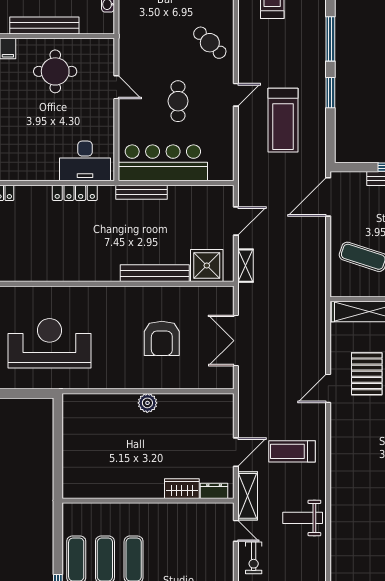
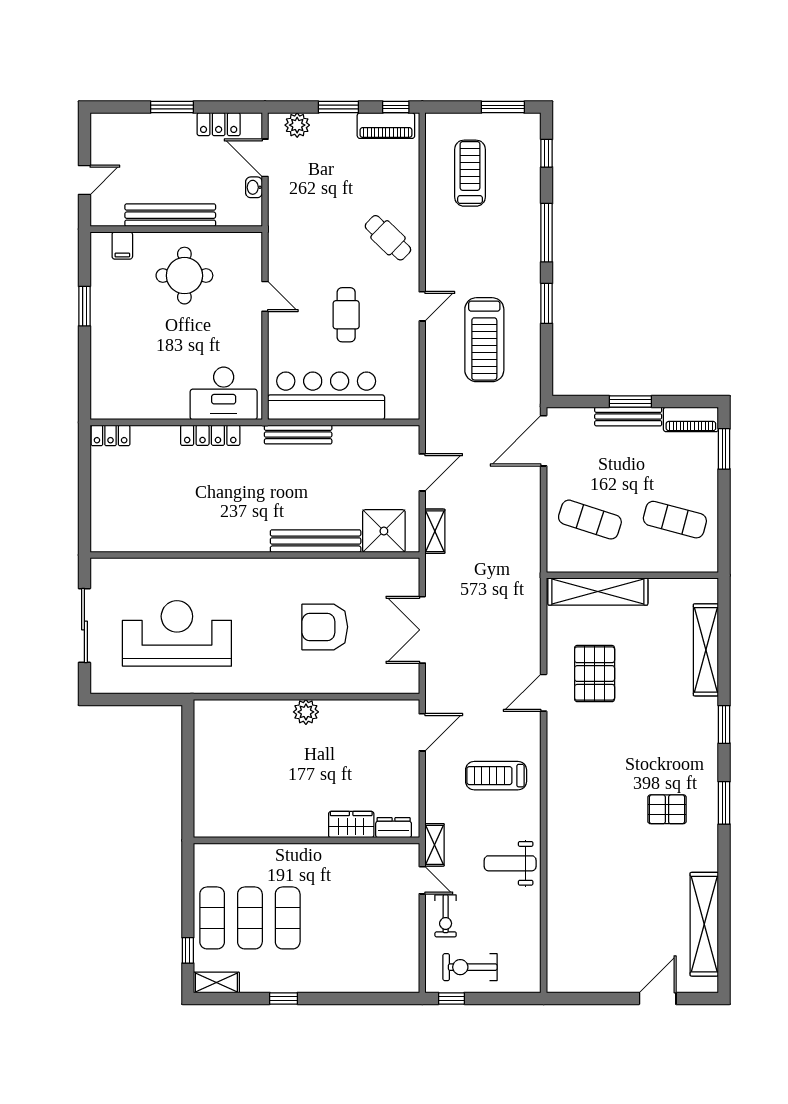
armchair: (162, 338) -> (325, 627), turned 90
door: (236, 452) -> (422, 732), moved
shelving: (248, 496) -> (435, 845), width x0.67, depth x0.75

